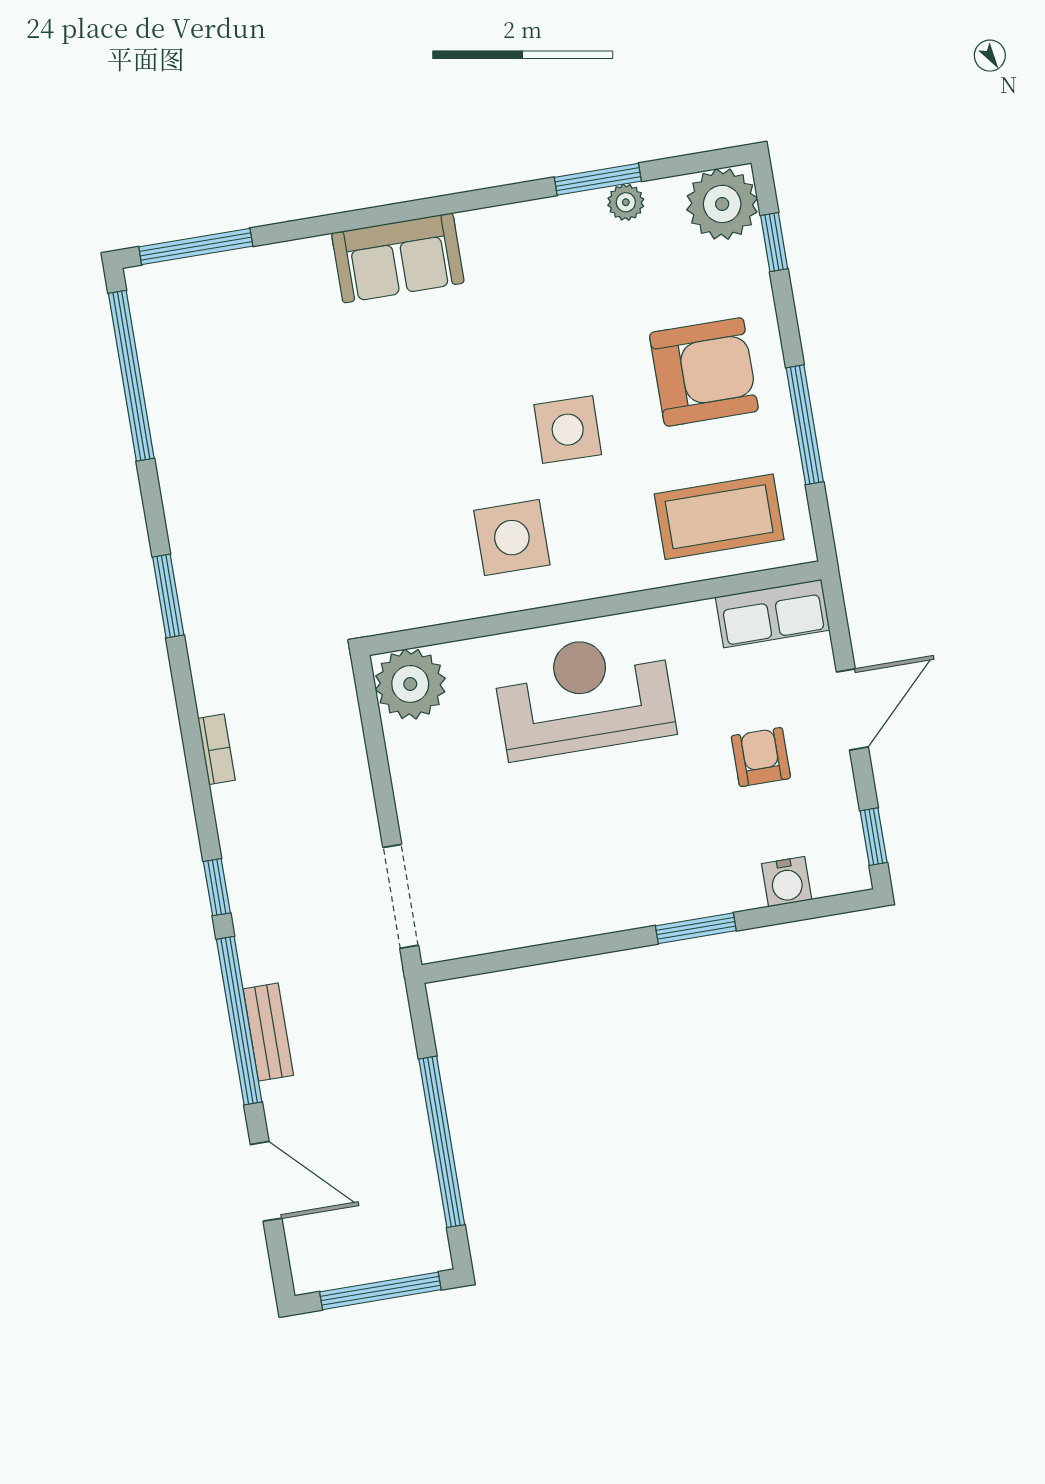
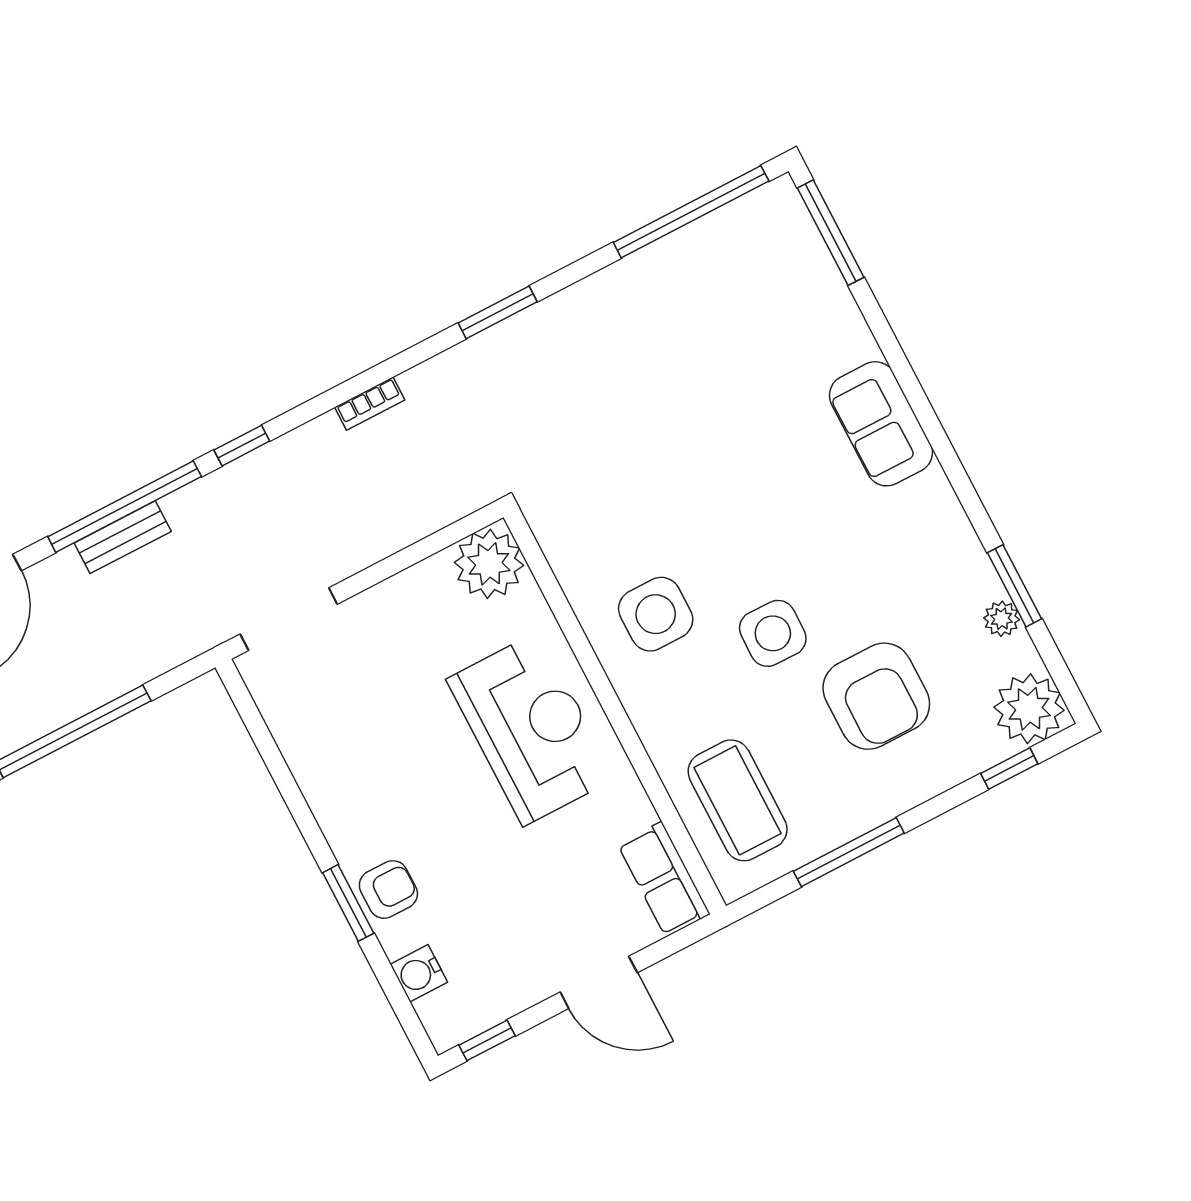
armchair: (704, 372) -> (876, 696), moved
armchair: (761, 757) -> (388, 890), moved

